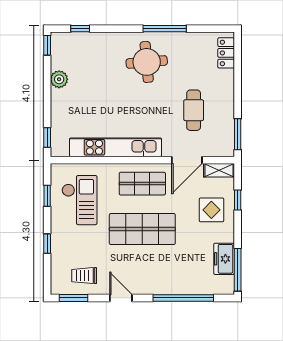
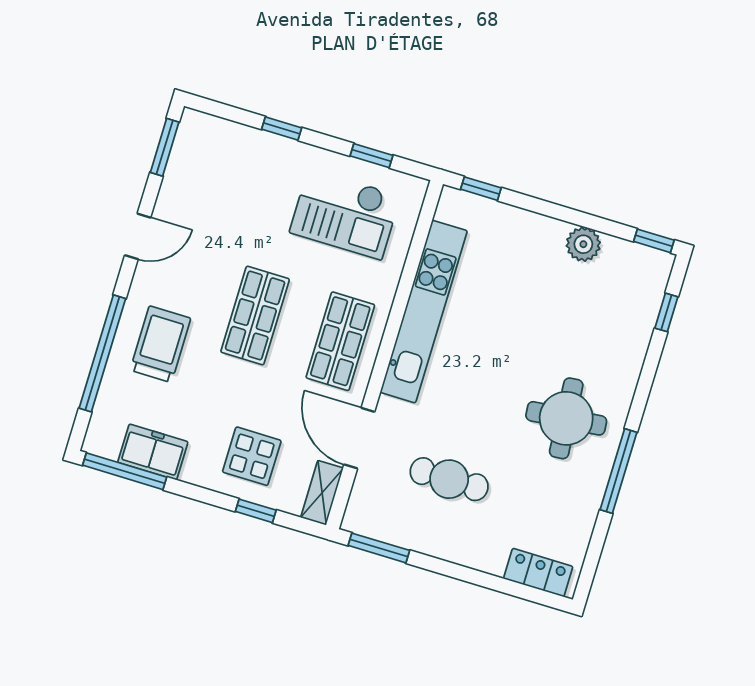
shop shelf: (142, 229) -> (255, 316), width x0.70, depth x0.74
trolley: (84, 276) -> (160, 344), moved, width x1.36, depth x1.39

